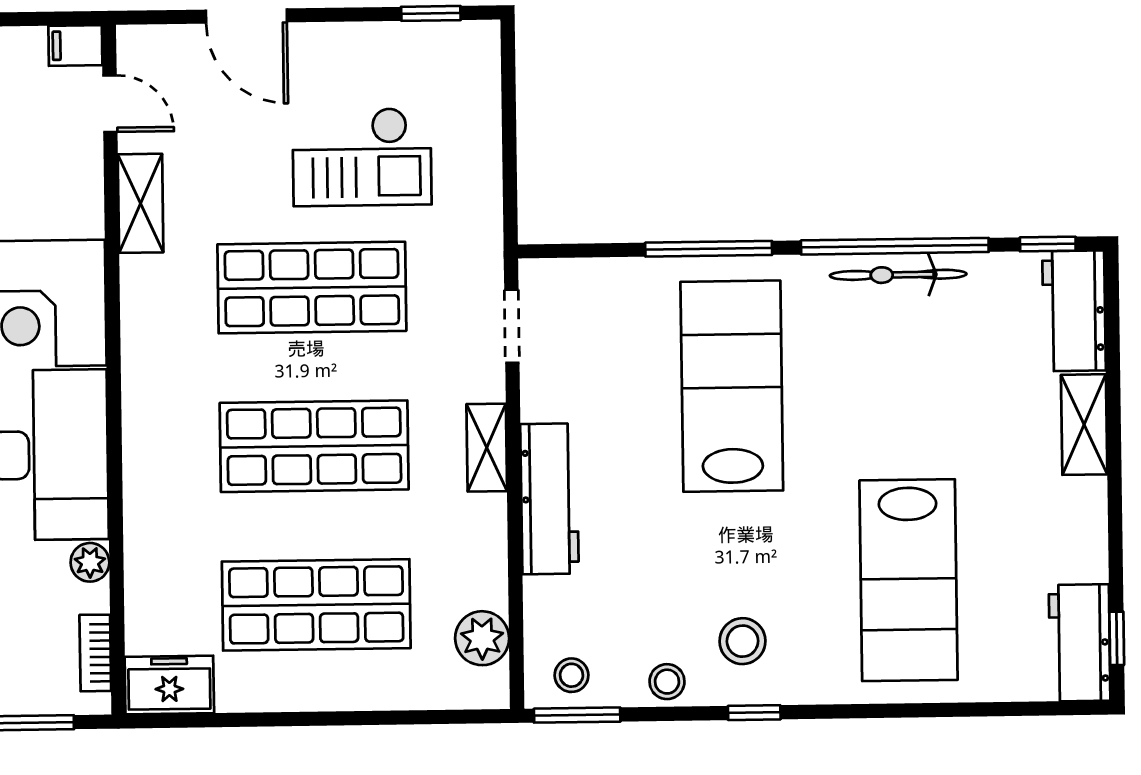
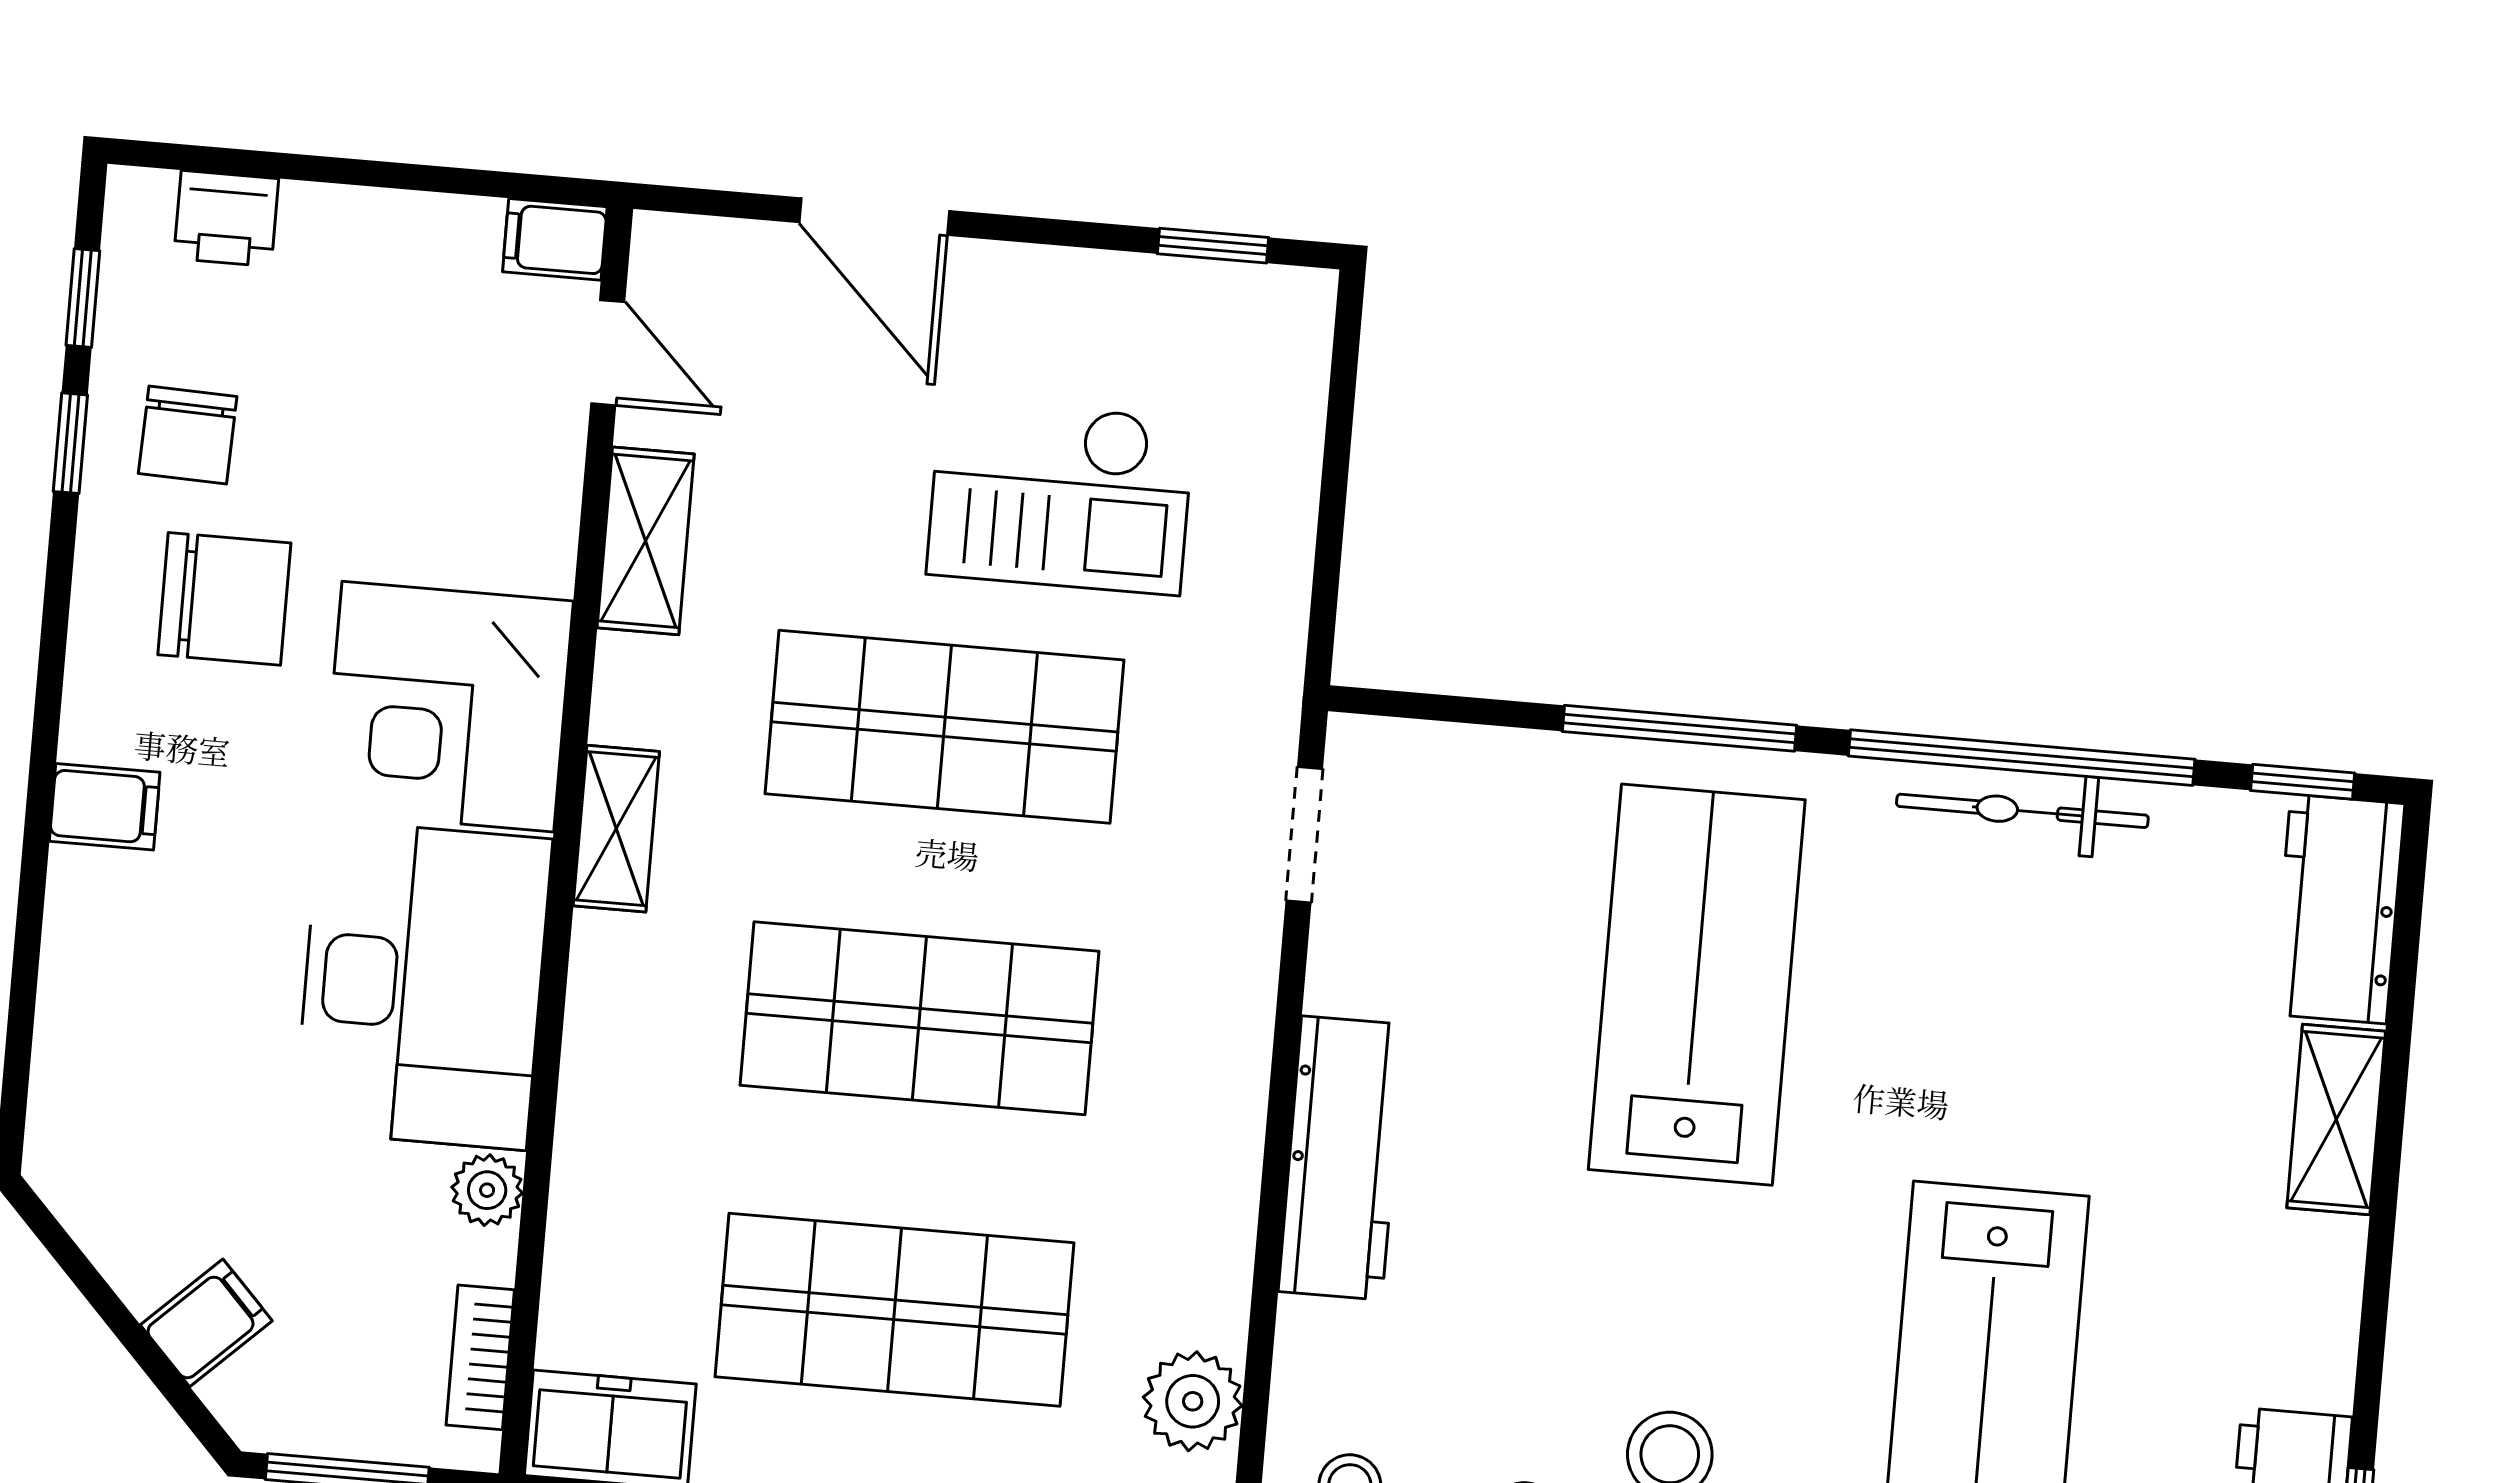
shelving: (487, 448) -> (616, 829), moved

